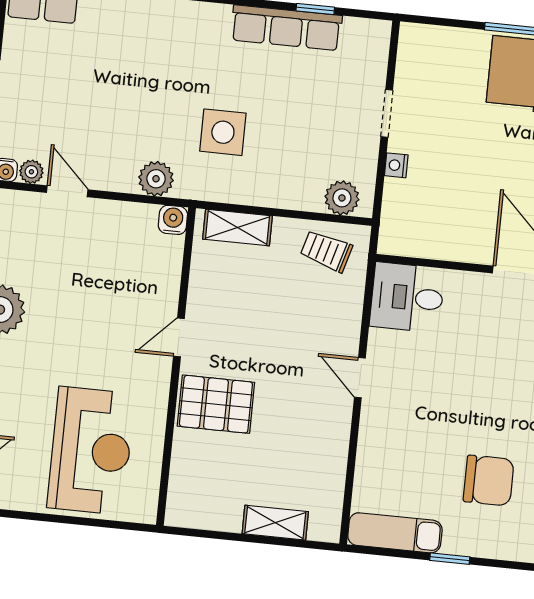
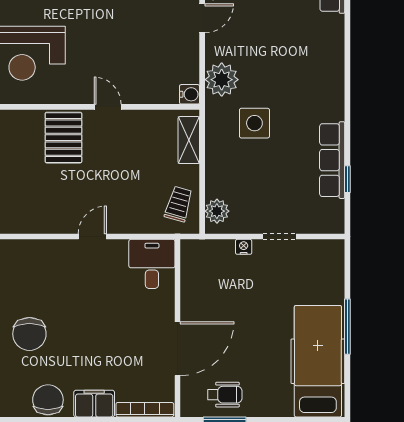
plant: (156, 179) -> (222, 80), width x1.36, depth x1.36

